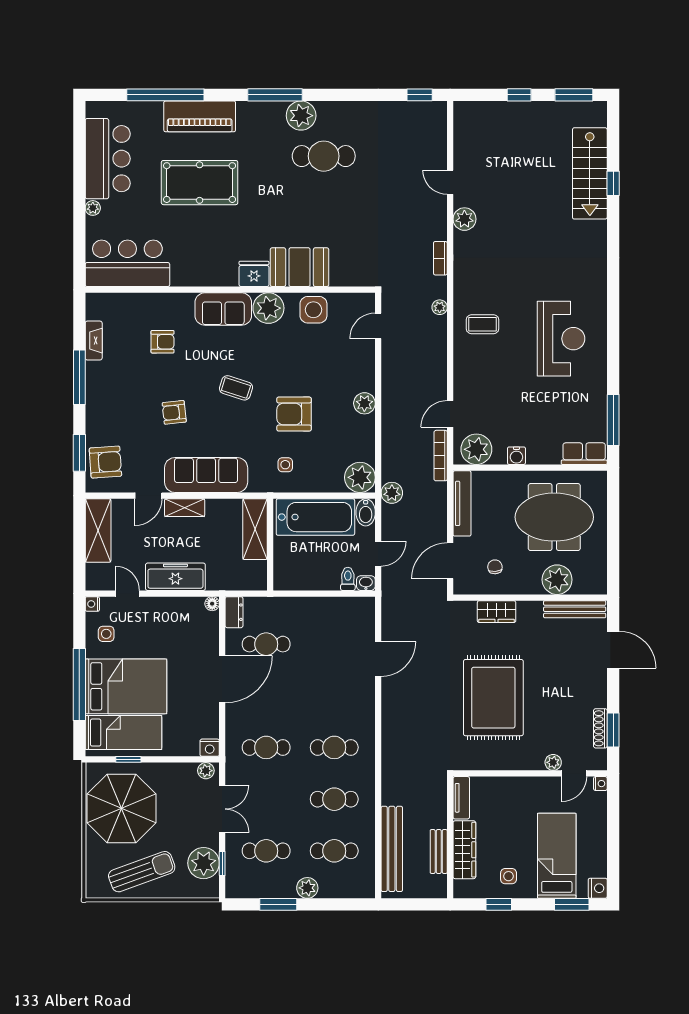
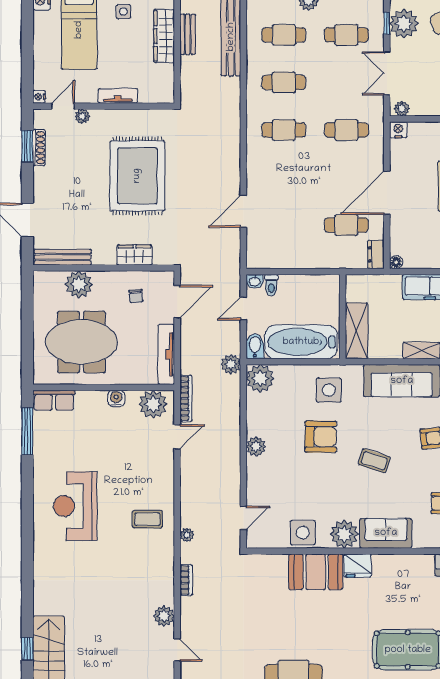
side table: (285, 465) -> (329, 390), width x1.87, depth x1.87
tv unit: (461, 798) -> (118, 96), moved, turned 90

